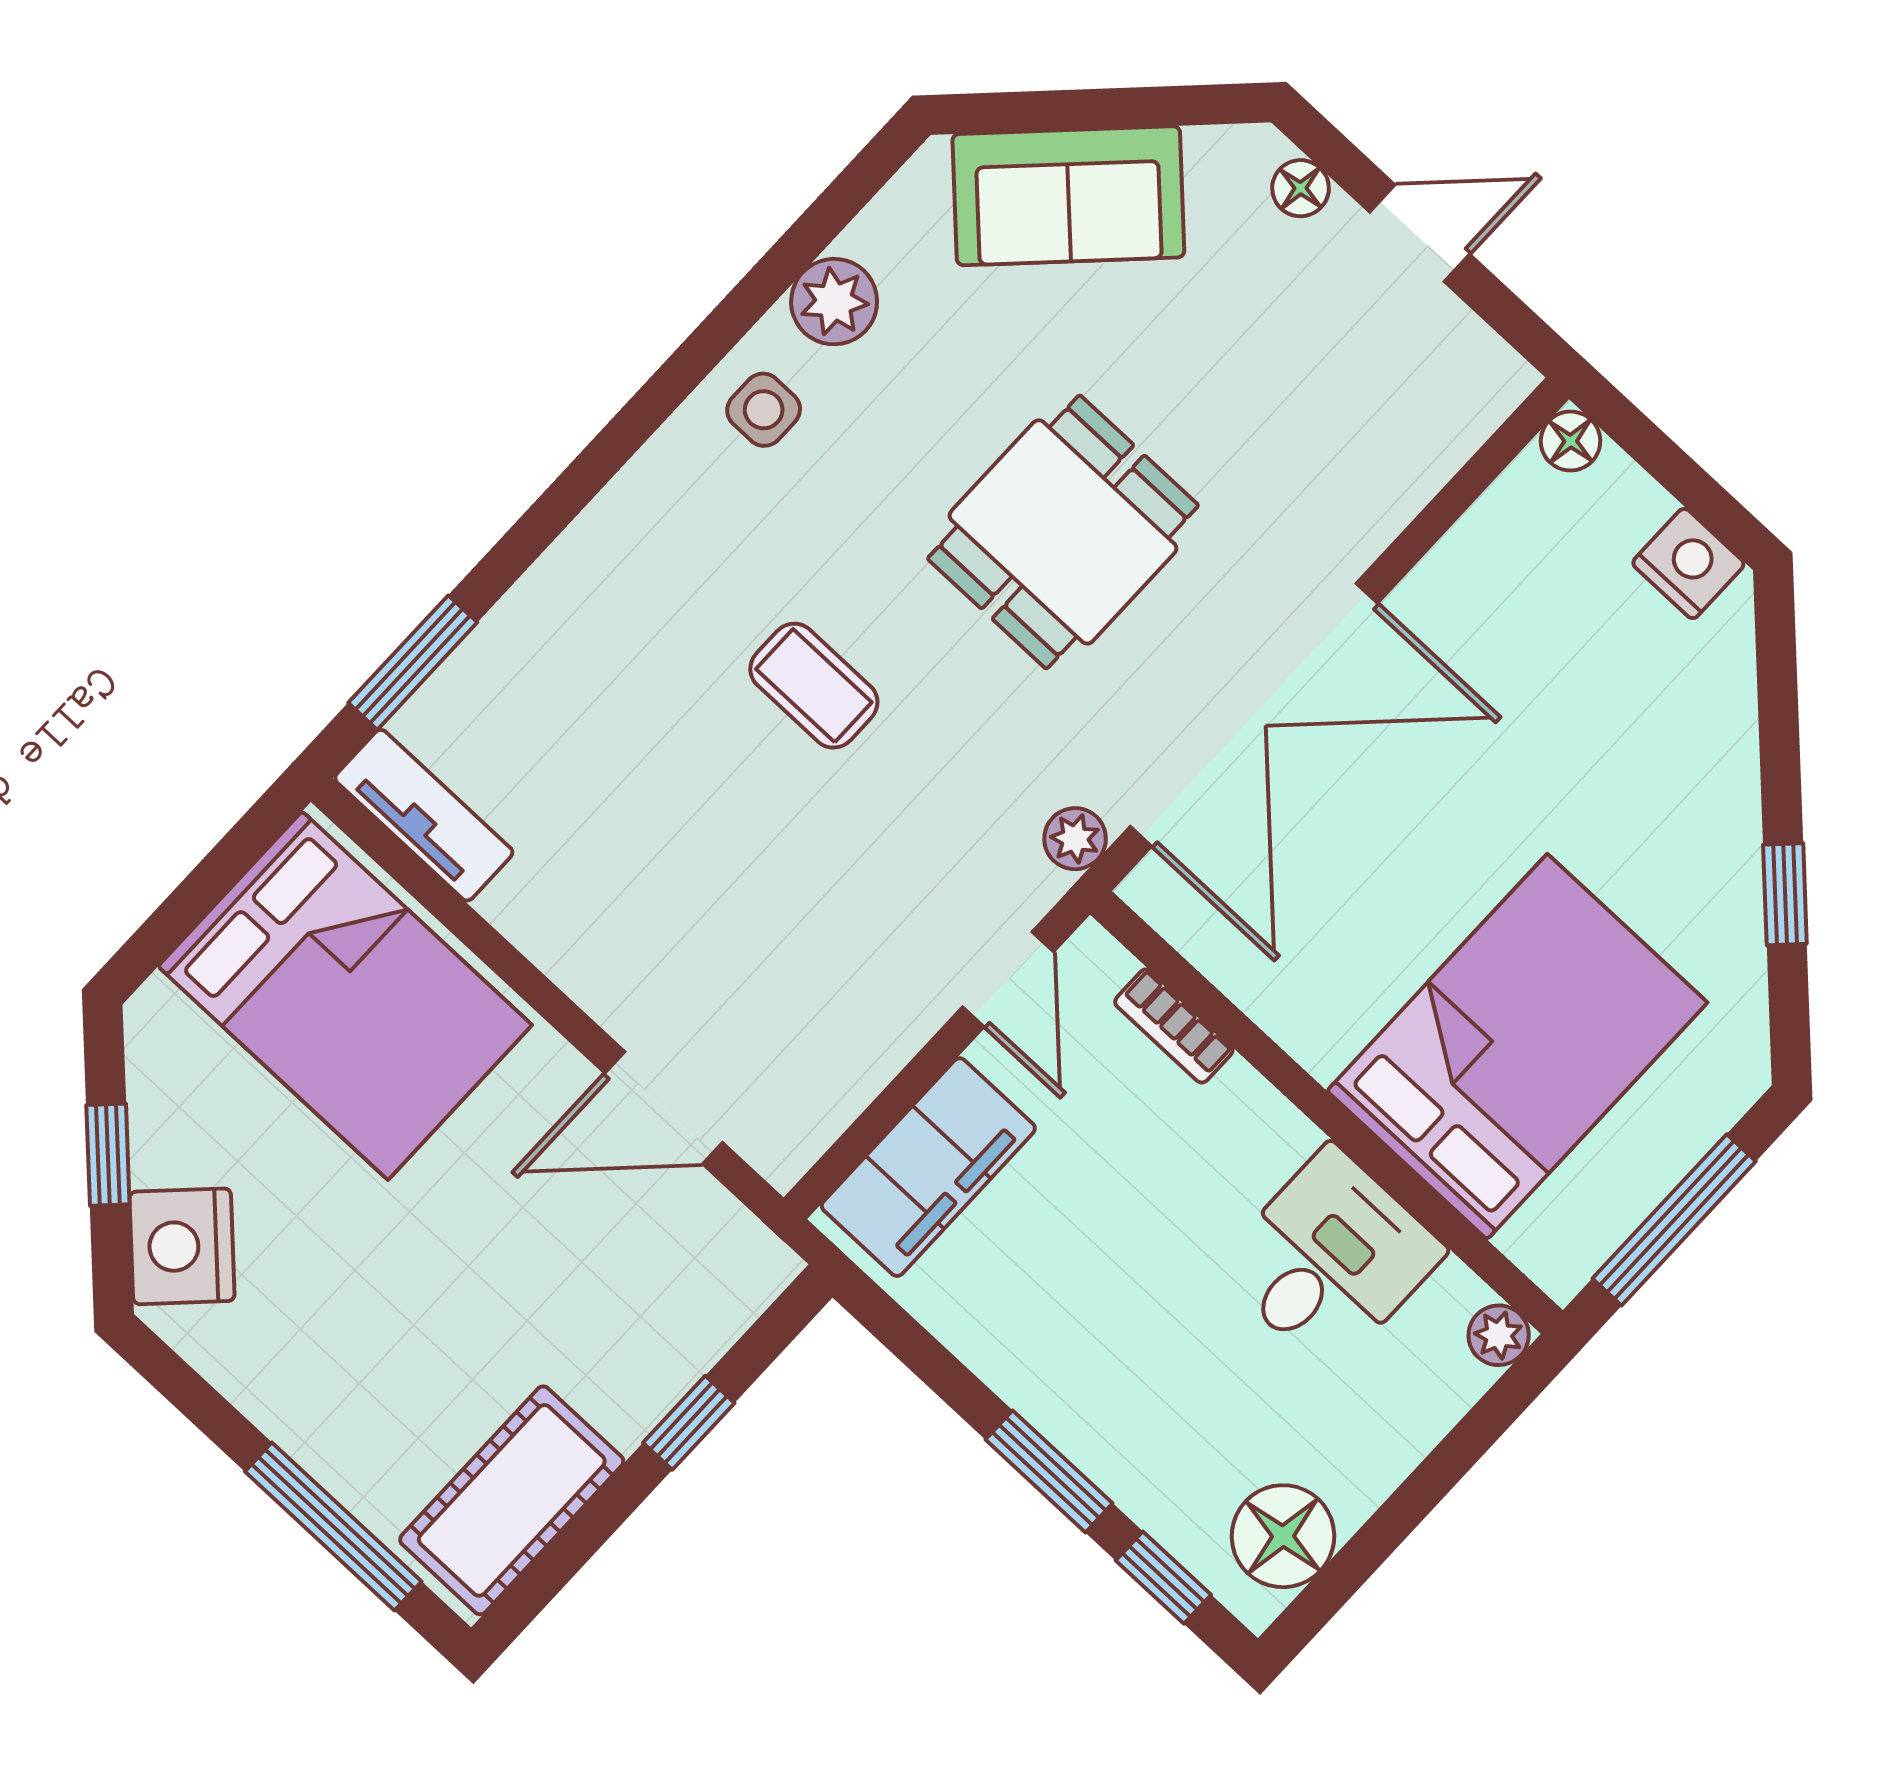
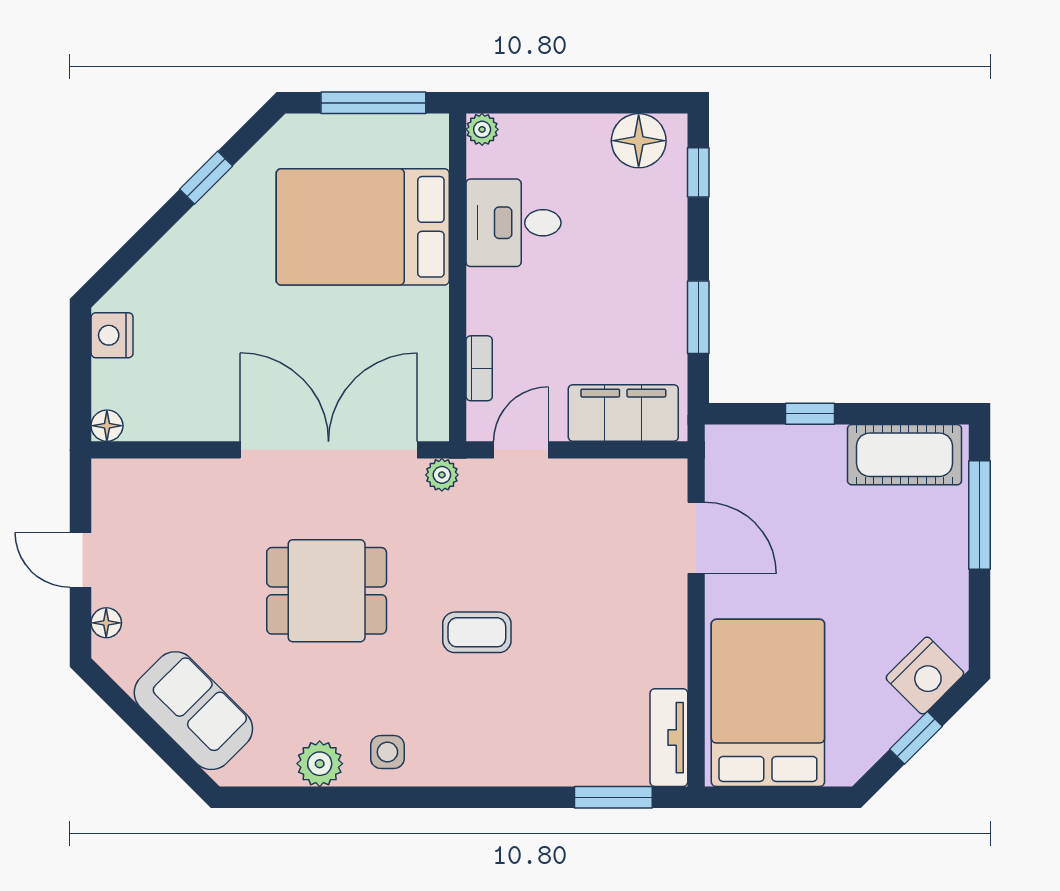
coffee table: (814, 686) -> (477, 632), turned 90
window: (1049, 1471) -> (698, 317), moved

